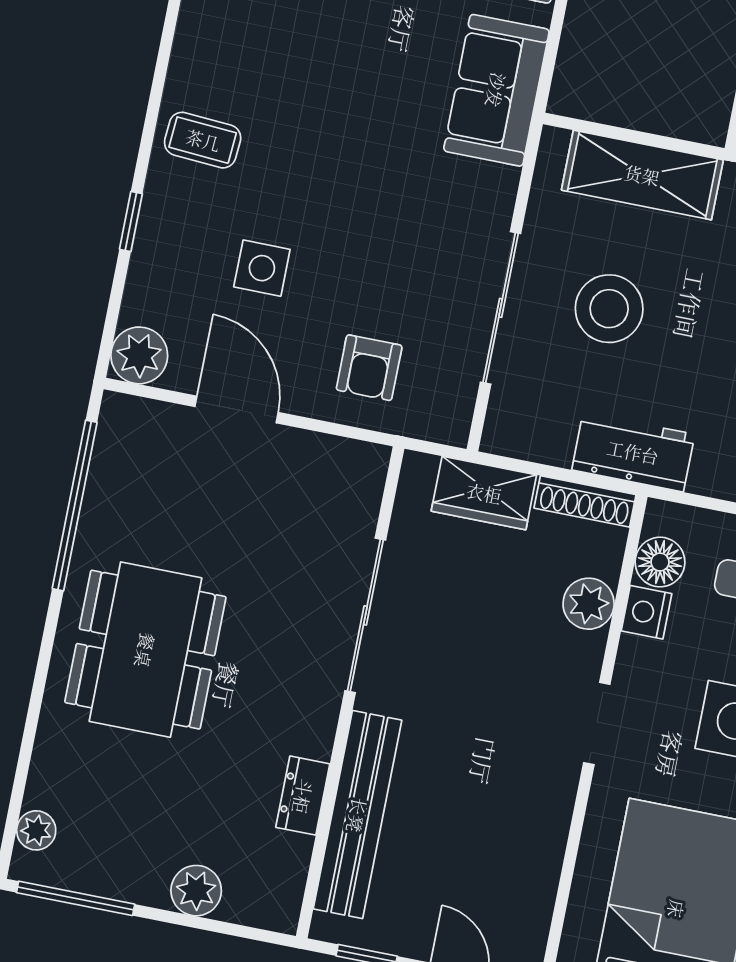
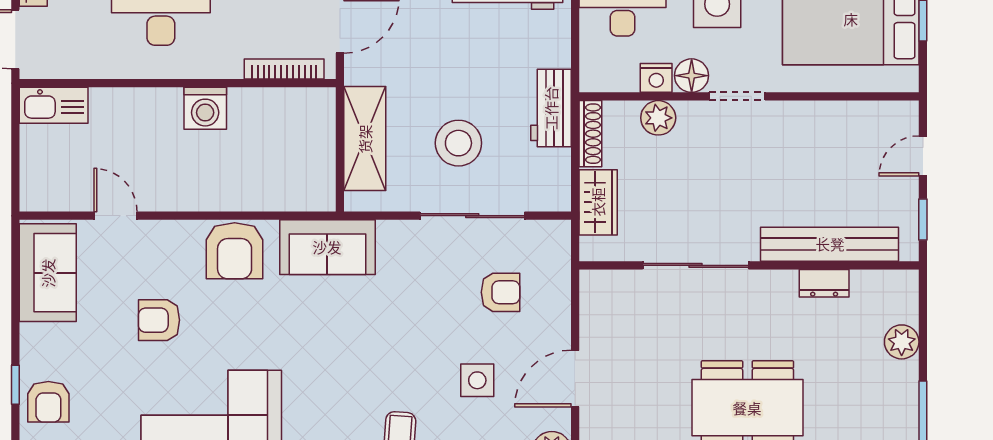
armchair: (369, 368) -> (500, 292), moved
floor lamp: (660, 562) -> (692, 76), moved

